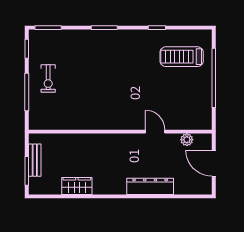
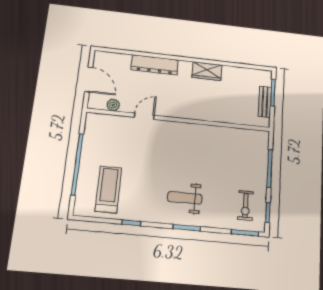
weight bench: (108, 55) -> (185, 198), added
treadmill: (182, 57) -> (108, 189), turned -90
exercise bike: (48, 79) -> (246, 206), moved, turned 180
door: (155, 132) -> (144, 116), swing flipped
wardrobe: (77, 186) -> (207, 71), moved

